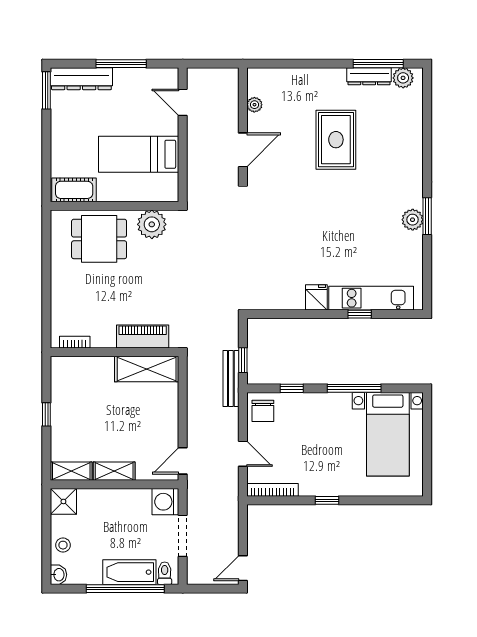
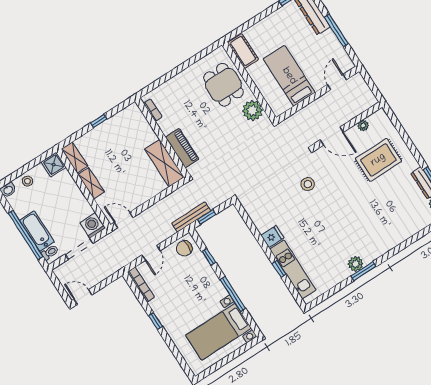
rug: (336, 140) -> (378, 160), moved
stool: (281, 215) -> (308, 184), added

